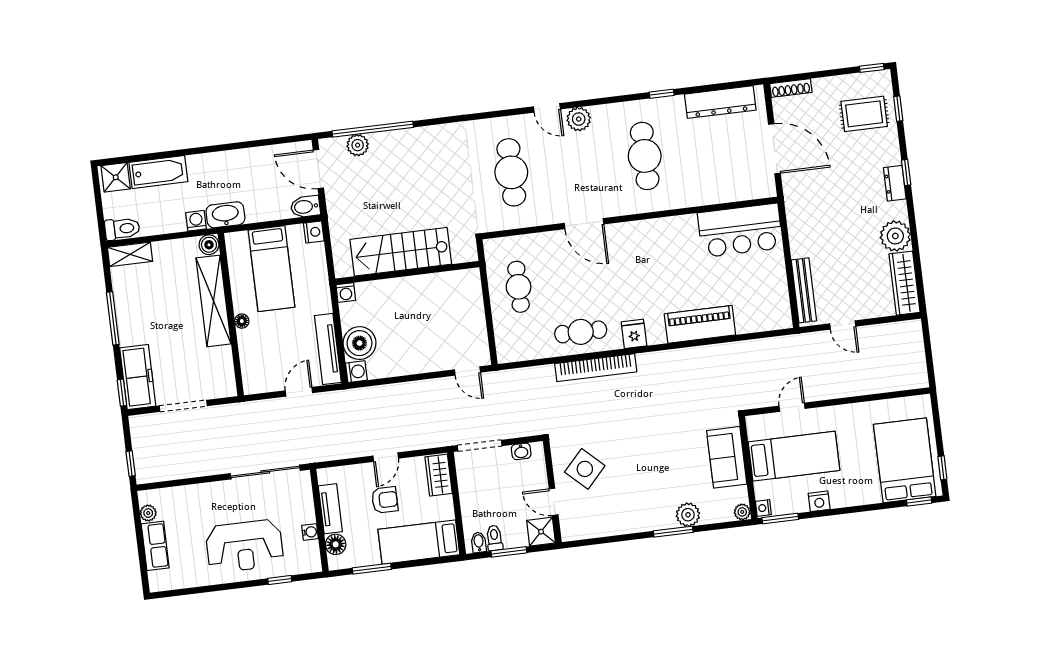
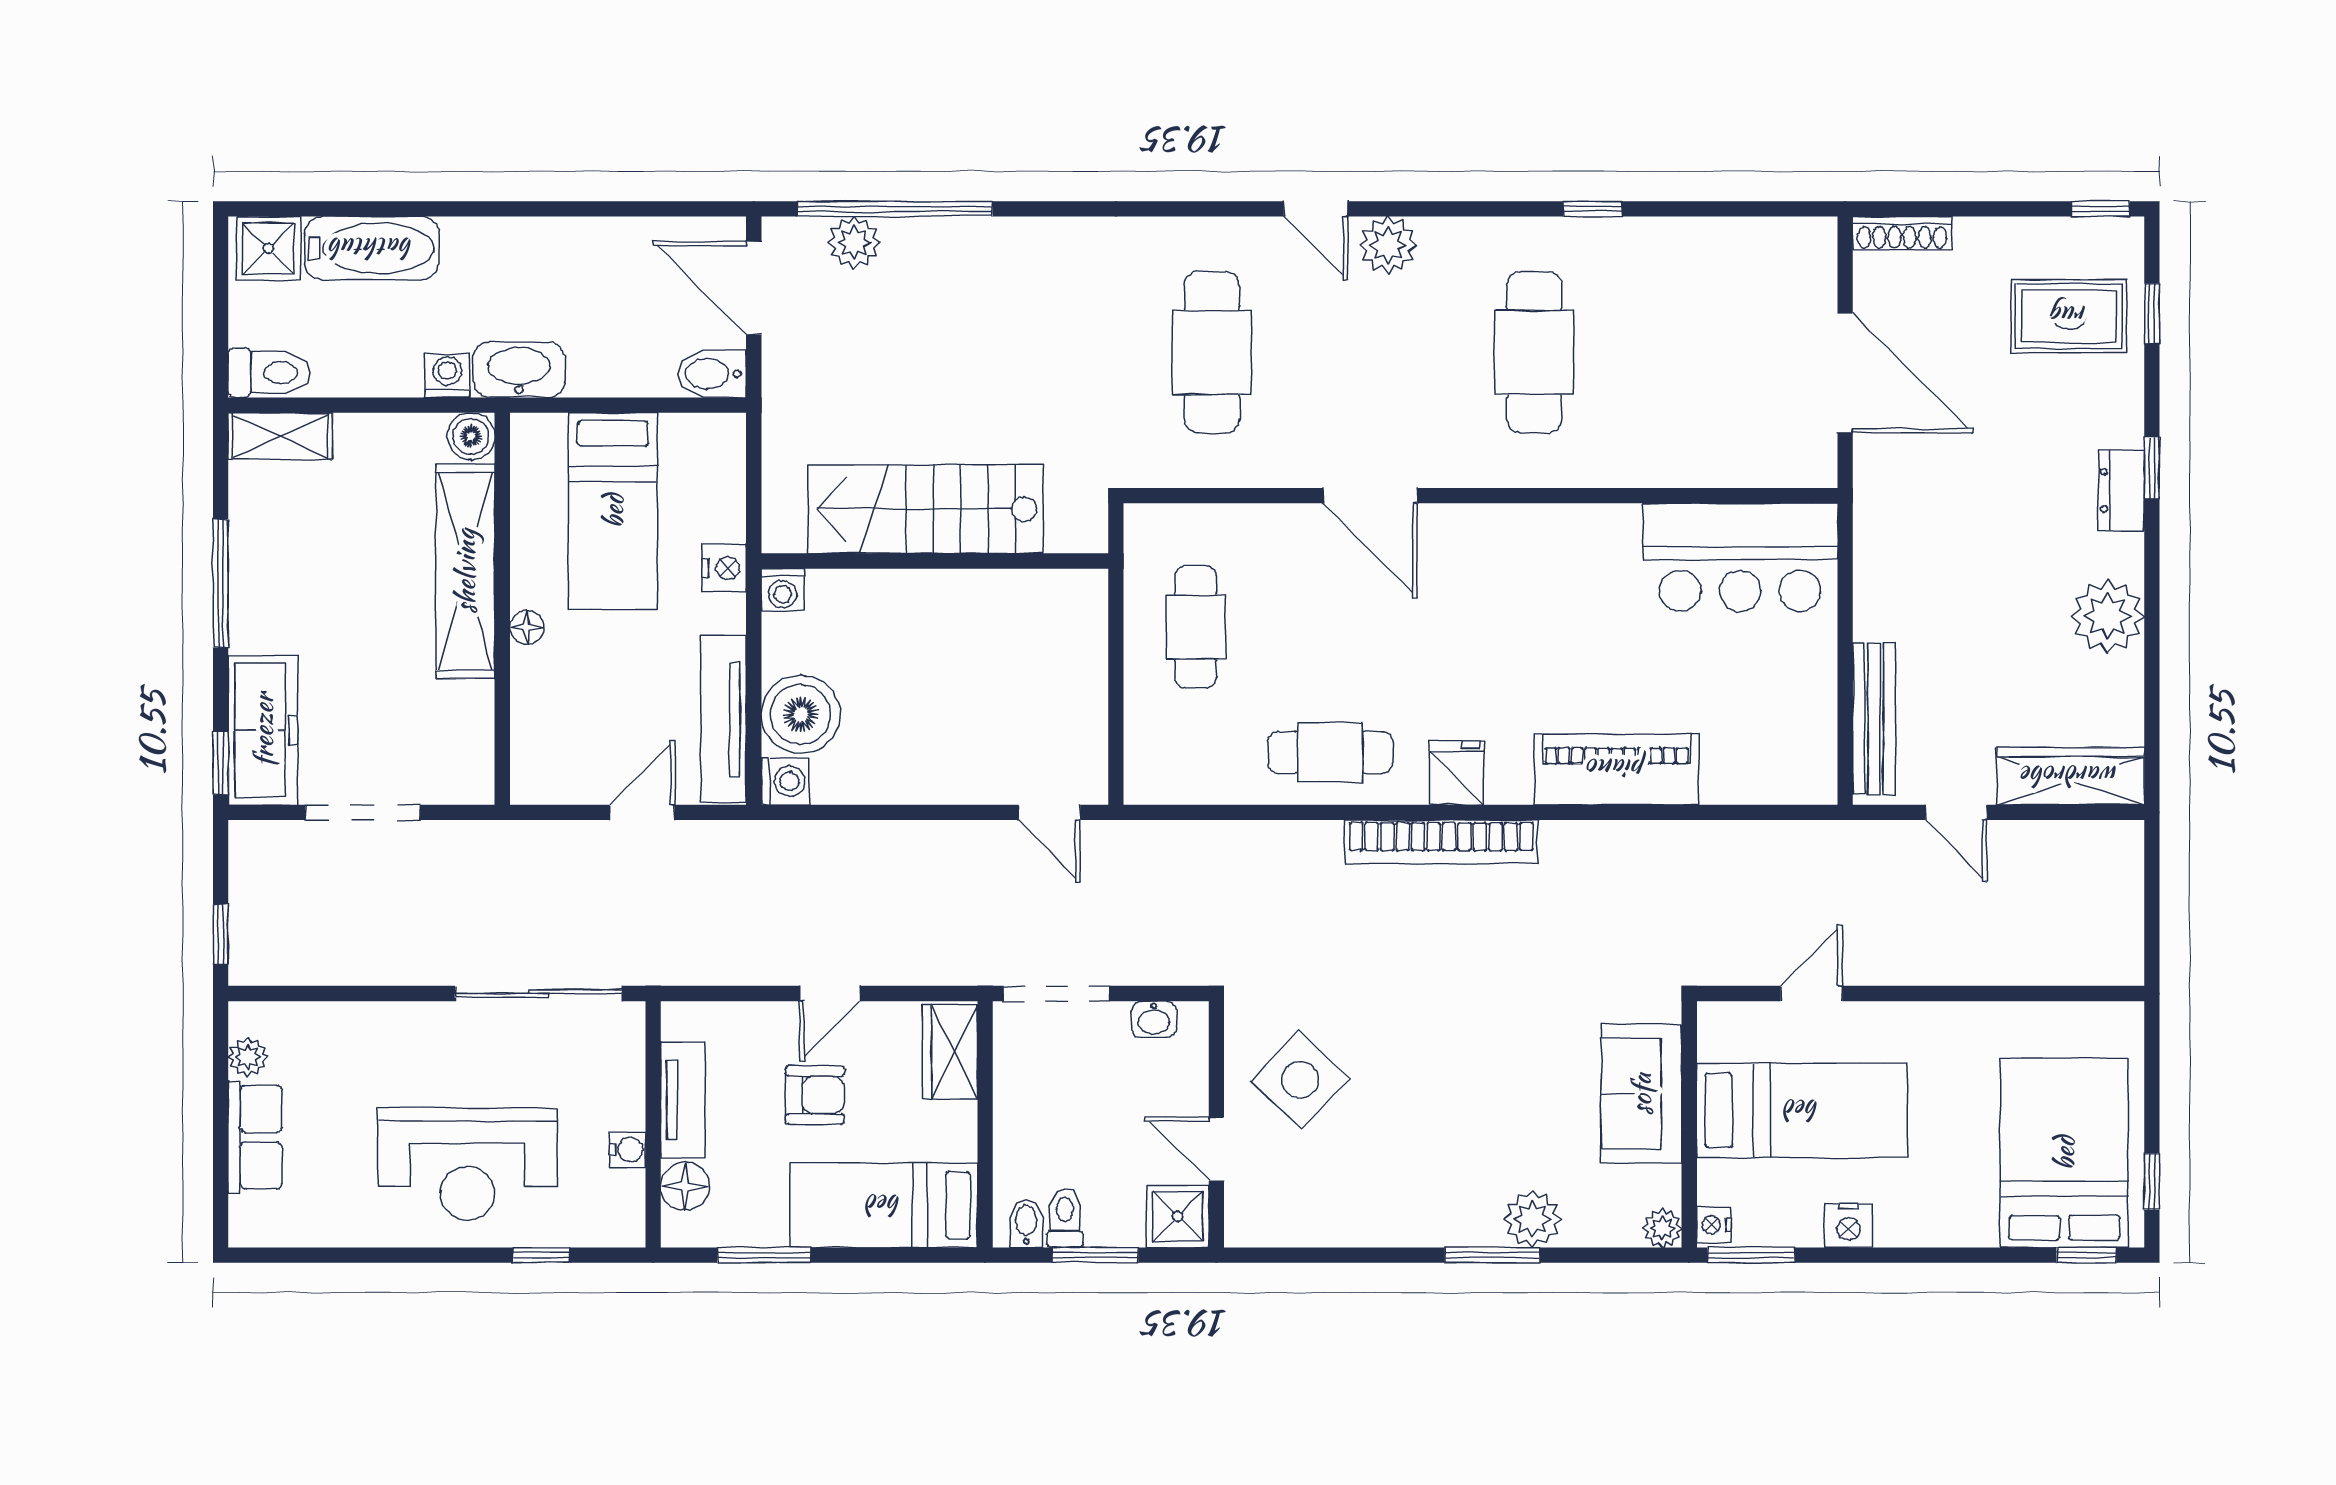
dresser: (720, 102) -> (1730, 246), removed
nightstand: (314, 232) -> (724, 568), moved
wardrobe: (905, 283) -> (2070, 776), moved, turned 90
bookcase: (596, 368) -> (1441, 842), moved

